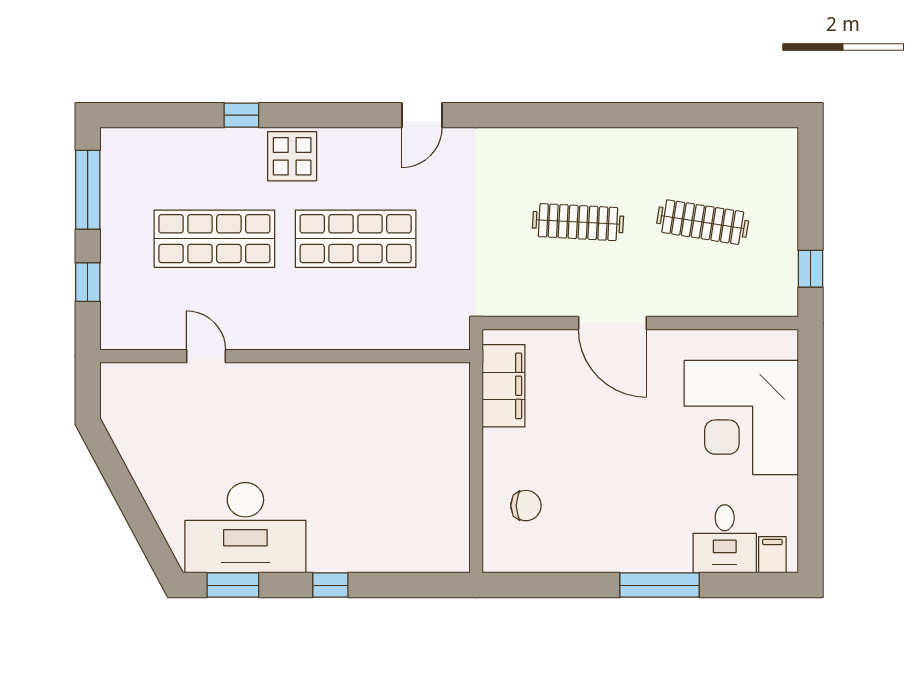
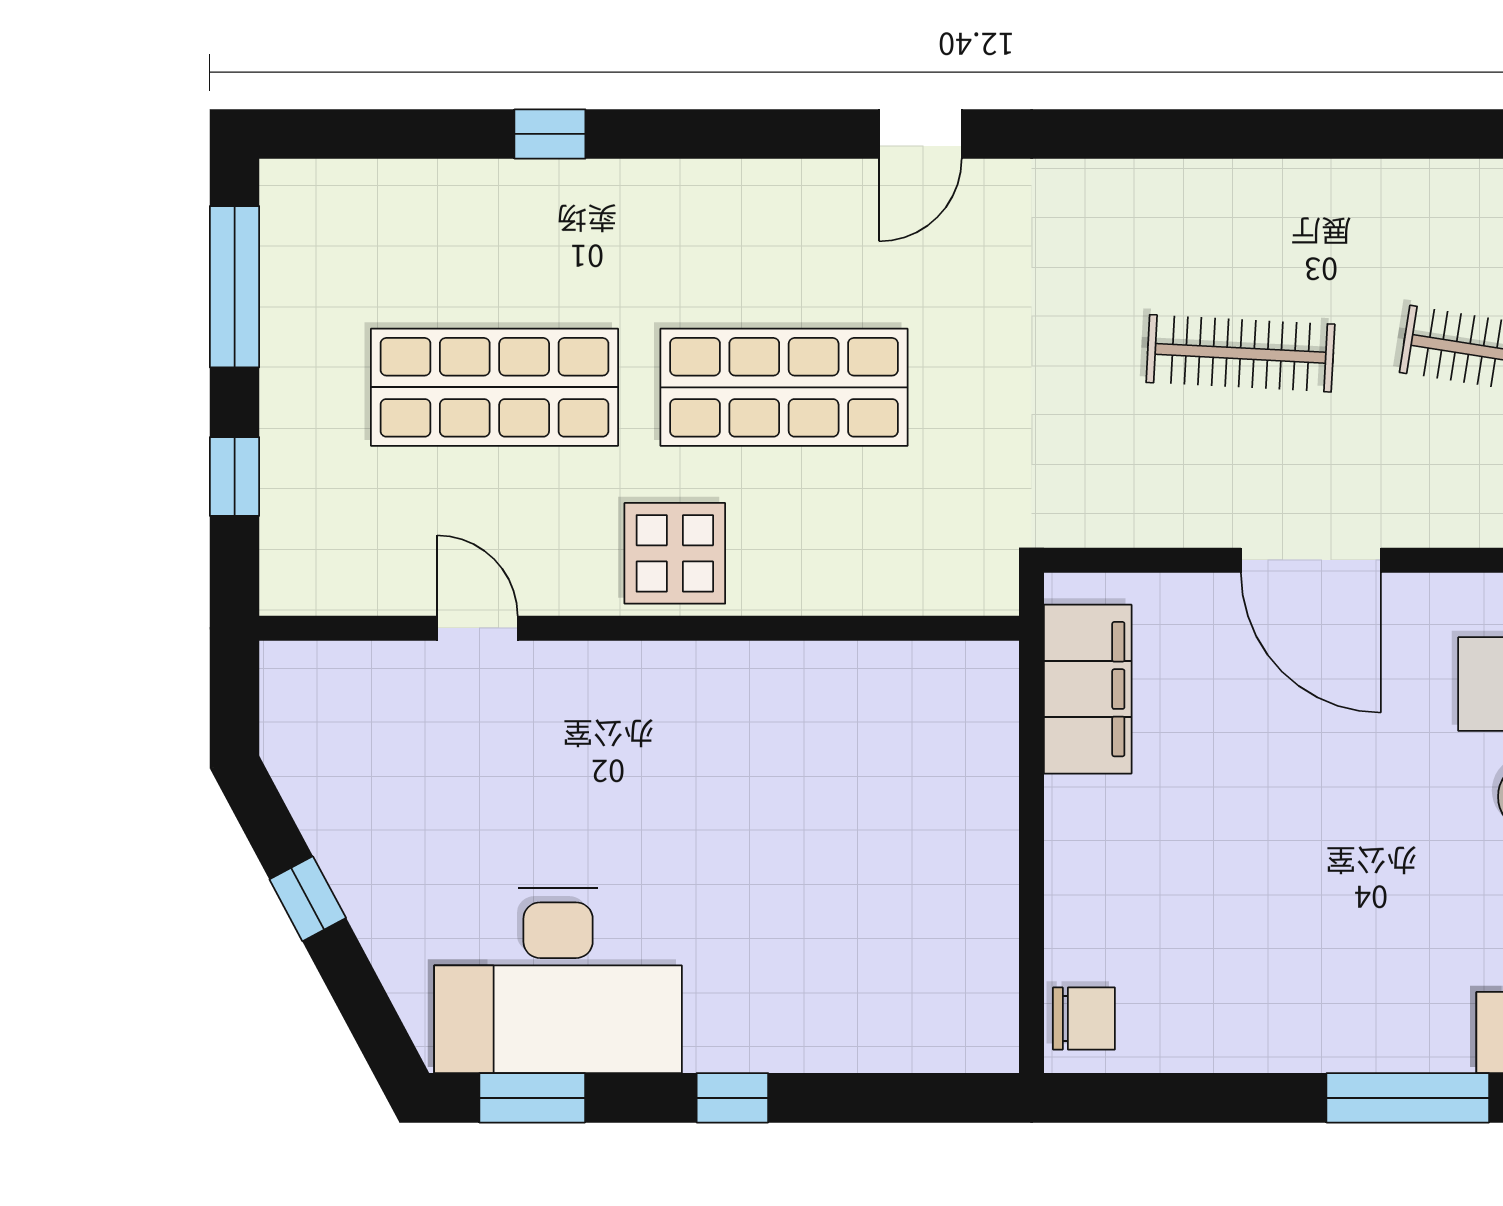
display table: (292, 156) -> (675, 553), moved
window: (123, 488) -> (308, 899), added
chair: (526, 506) -> (1084, 1019), moved

